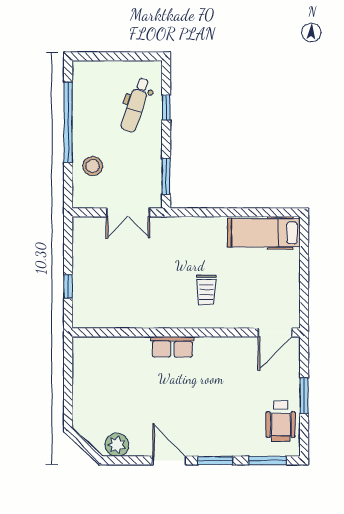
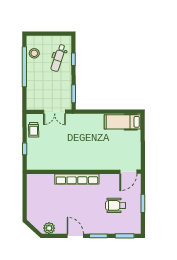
stool: (93, 166) -> (34, 53), moved
trolley: (206, 290) -> (34, 130), moved
row of seats: (172, 347) -> (77, 179), width x2.02
wheelchair: (281, 421) -> (116, 205), moved, turned 90

